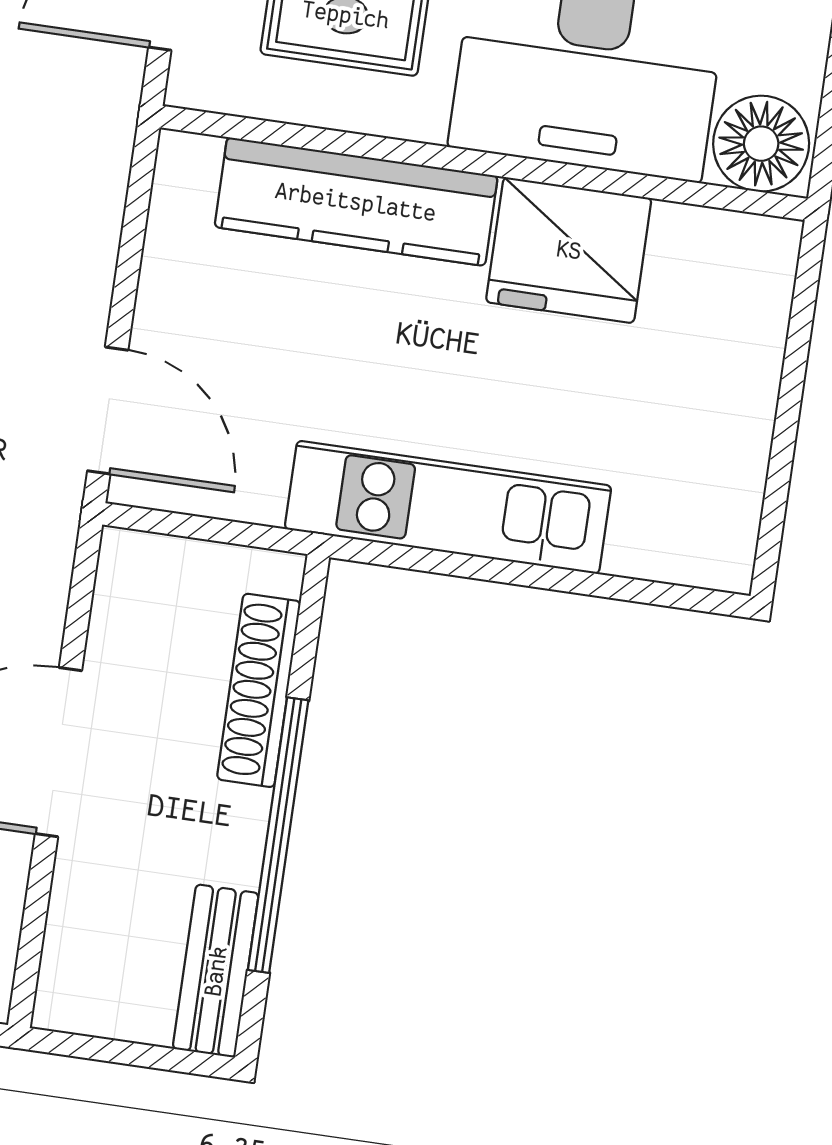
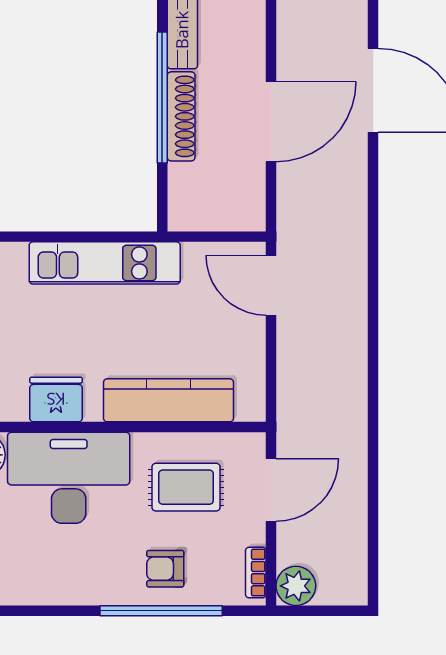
fridge: (569, 250) -> (56, 399), width x0.73, depth x0.75
shoe rack: (259, 690) -> (181, 116), moved

